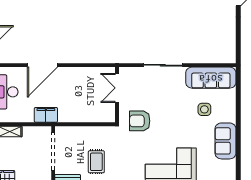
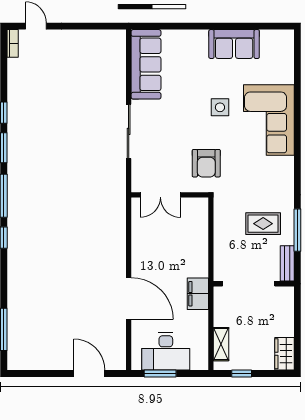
side table: (204, 109) -> (220, 107), moved

